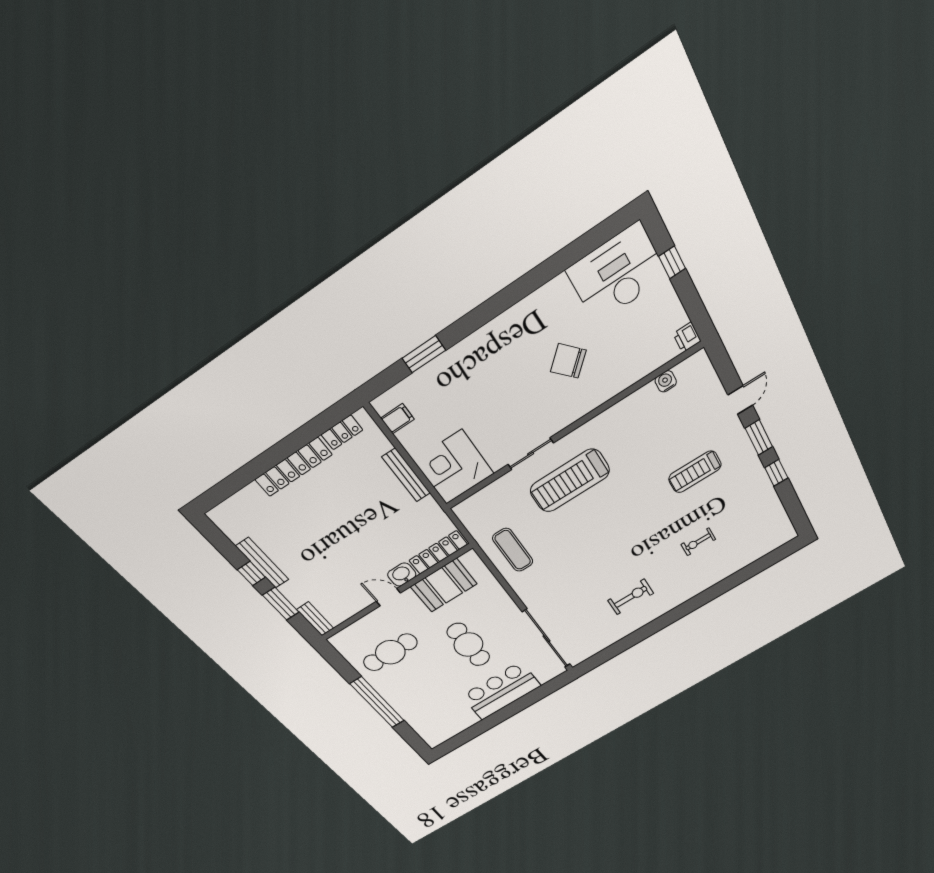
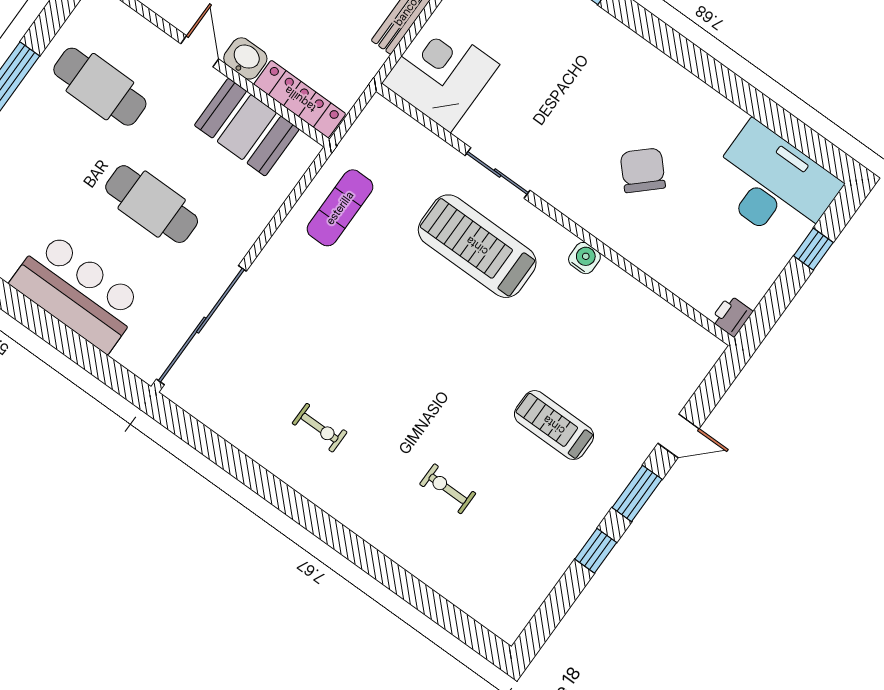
water cooler: (666, 381) -> (584, 258), moved
exercise bike: (631, 597) -> (320, 428), width x0.73, depth x0.72
cafe table: (468, 645) -> (152, 204), turned 90

